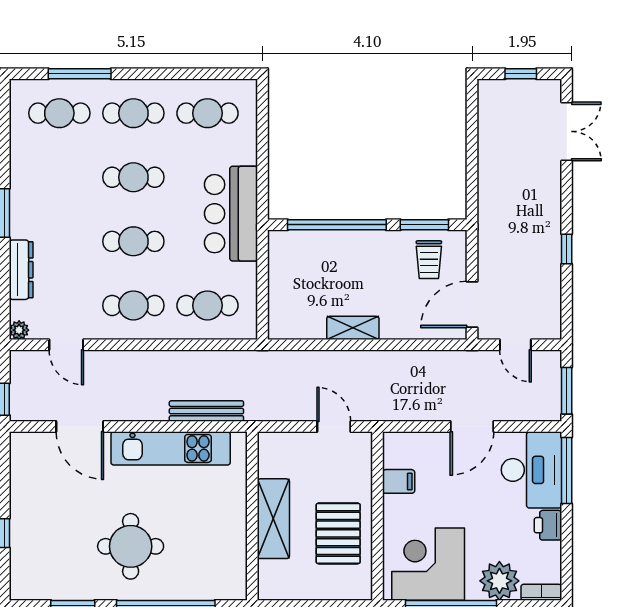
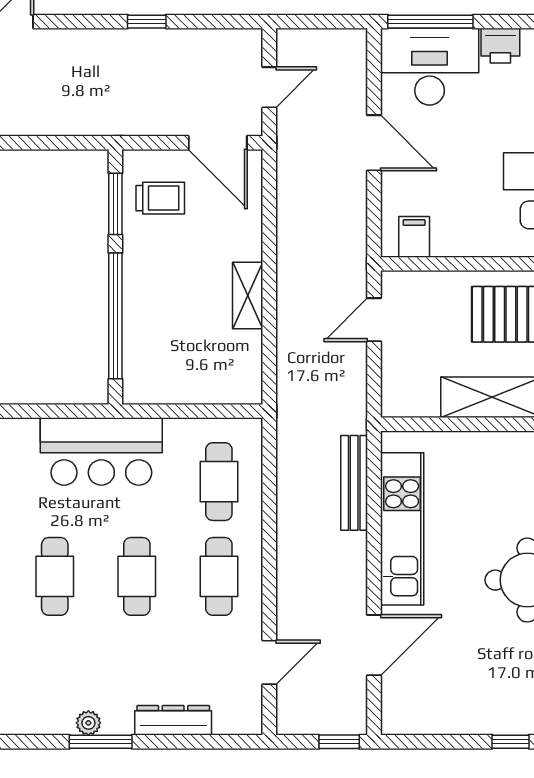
plant: (19, 330) -> (88, 723), moved
window: (567, 391) -> (328, 22), removed
filing cabinet: (399, 481) -> (414, 237), moved

